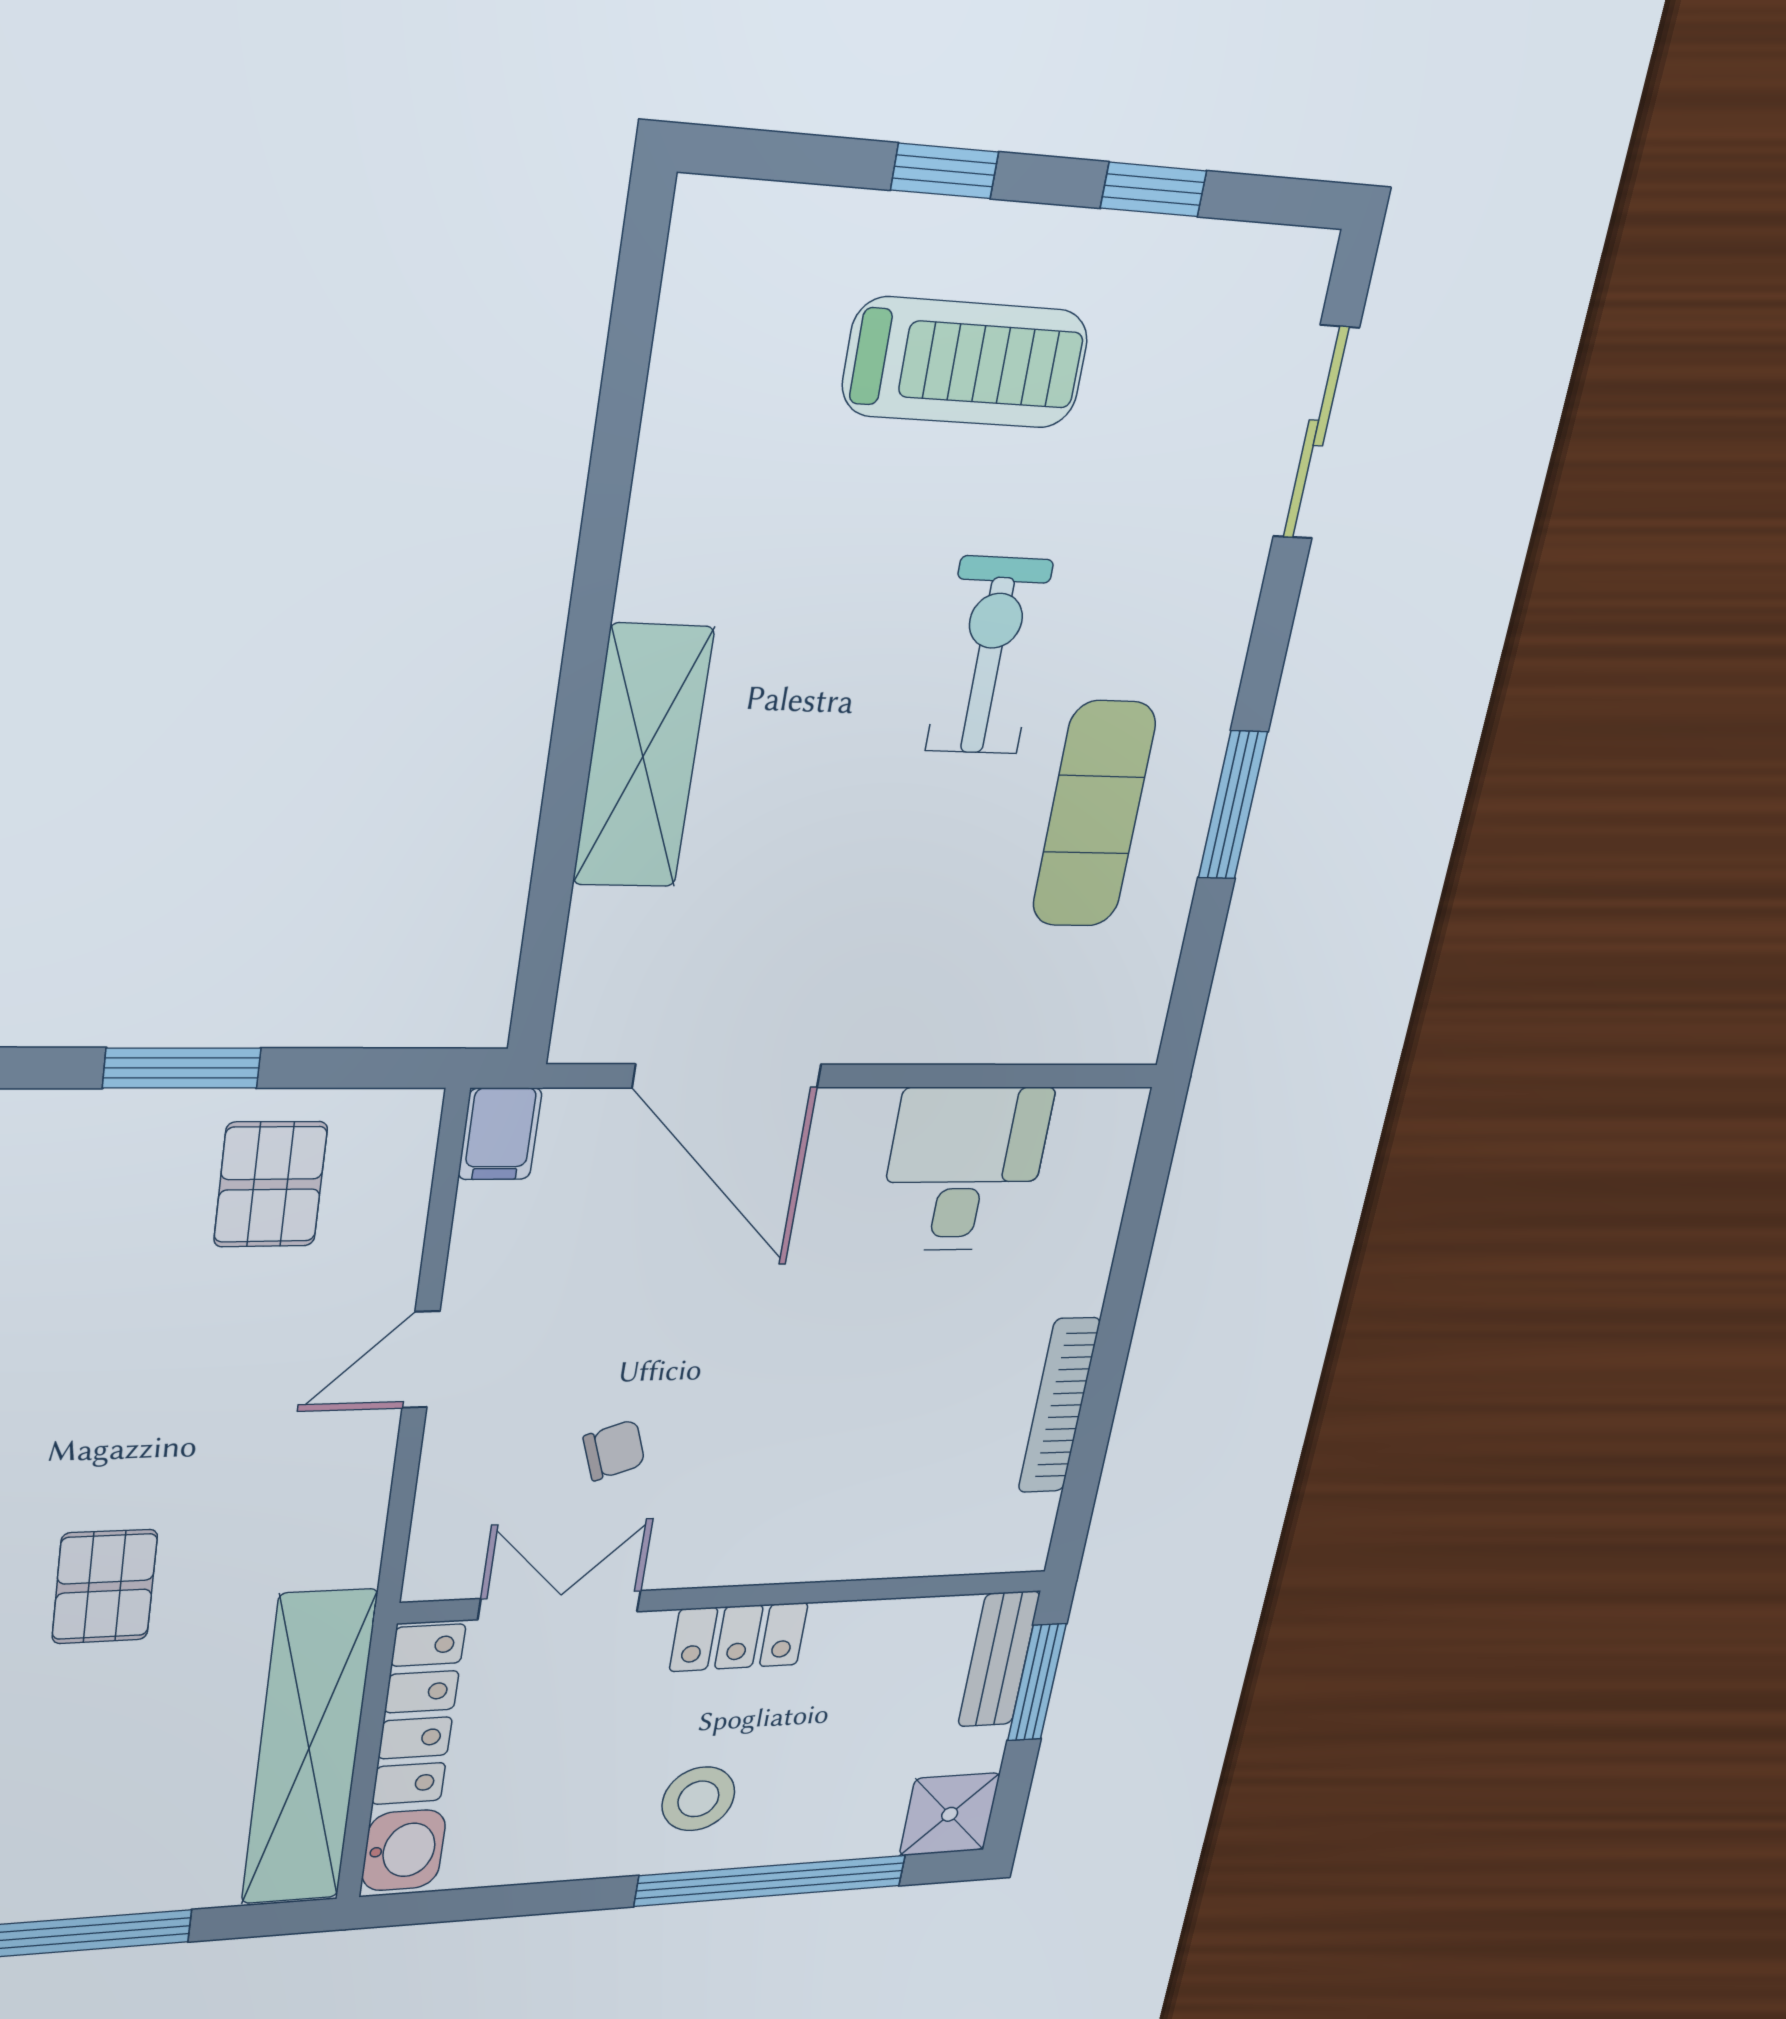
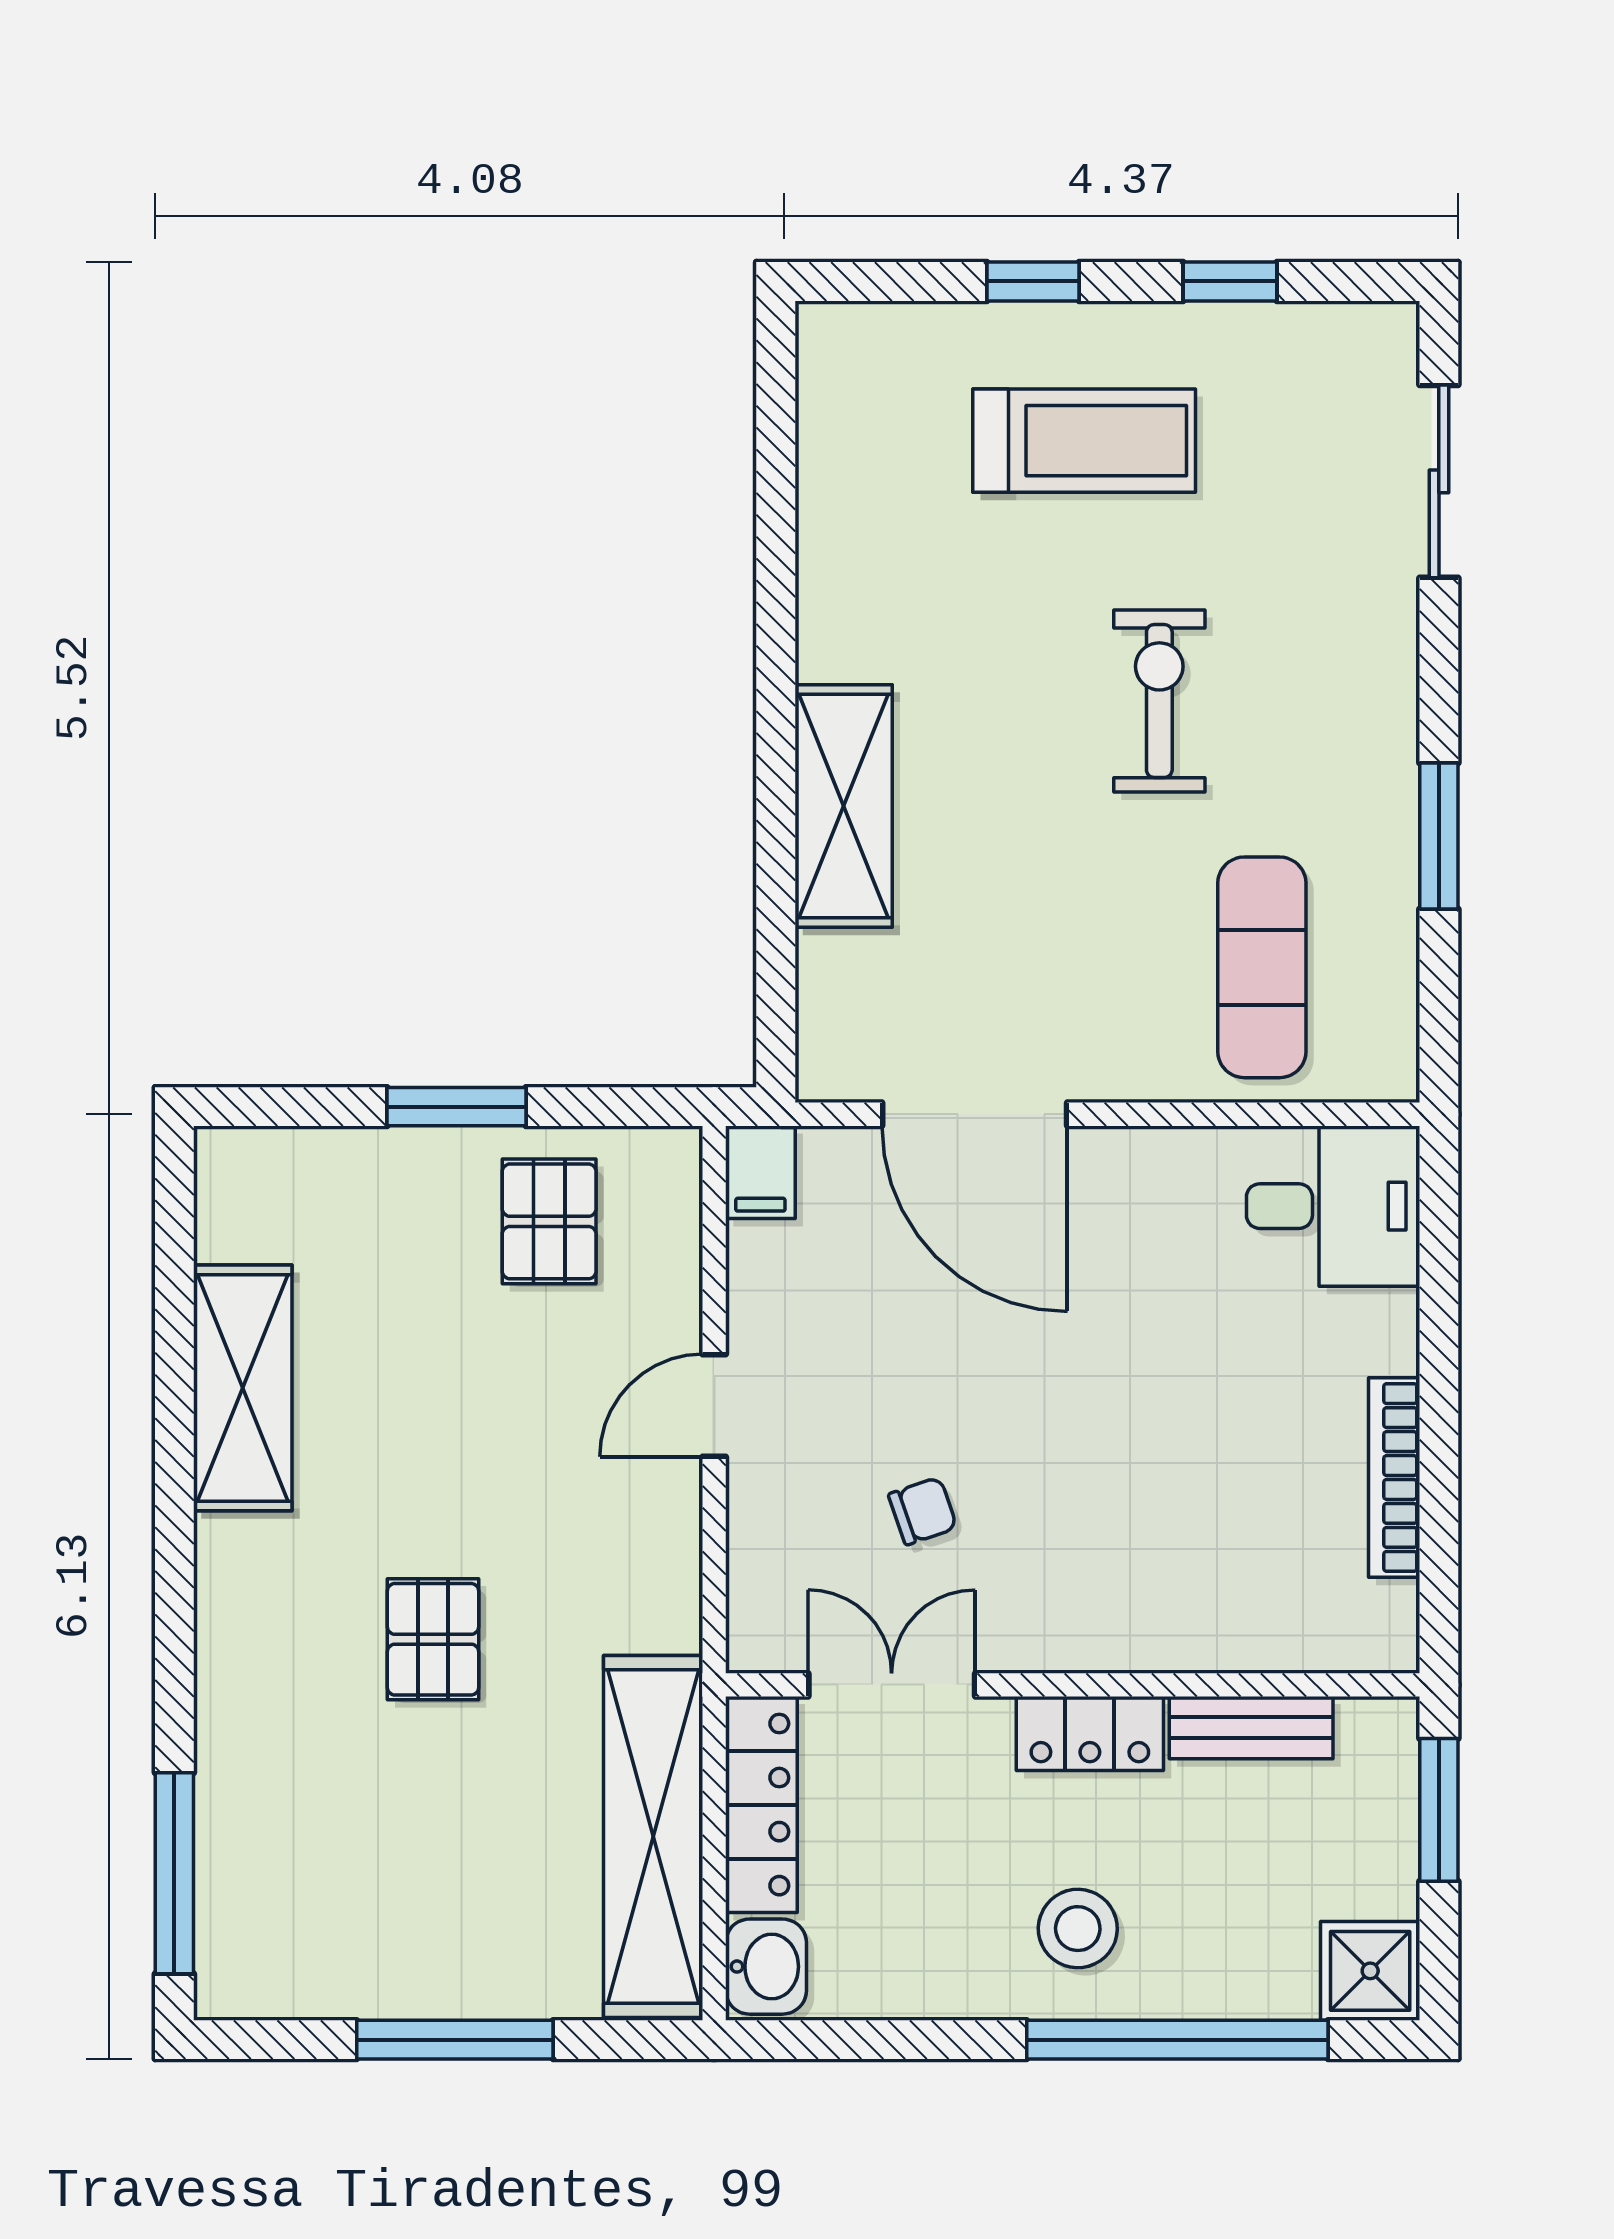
exercise mat: (1094, 815) -> (1262, 967), moved
desk: (964, 1169) -> (1333, 1206), moved, turned 90
bench: (999, 1659) -> (1251, 1728), moved, turned 90

